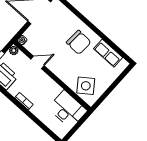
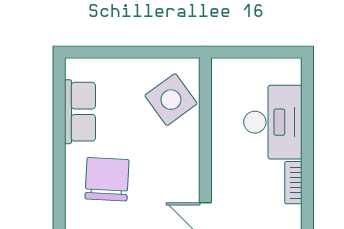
desk: (68, 109) -> (273, 122), moved, turned 180

